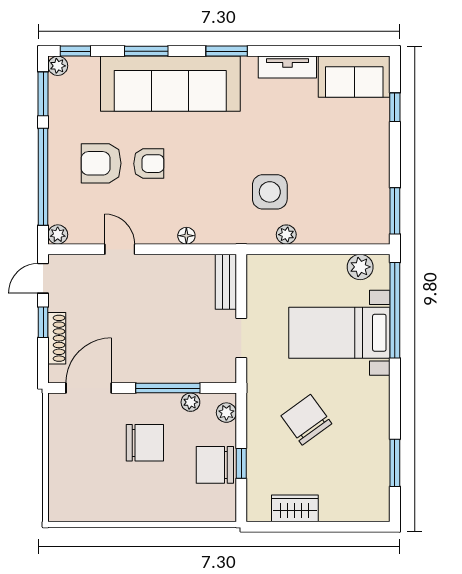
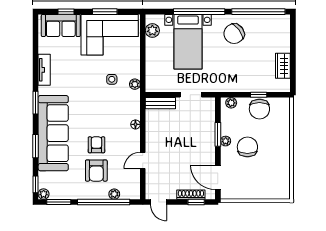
sofa: (354, 77) -> (61, 26), moved, turned 90
corner sofa: (352, 188) -> (110, 35), added
side table: (270, 192) -> (112, 79), width x0.54, depth x0.54
window: (395, 211) -> (105, 12), moved
plant: (58, 235) -> (114, 194), moved
plant: (286, 235) -> (135, 84), moved
window: (395, 310) -> (199, 12), moved
window: (43, 322) -> (196, 202), moved
window: (168, 388) -> (218, 134), width x0.69
plant: (190, 402) -> (226, 141), moved
chair: (306, 420) -> (234, 34), moved
window: (395, 463) -> (258, 12), width x2.11

